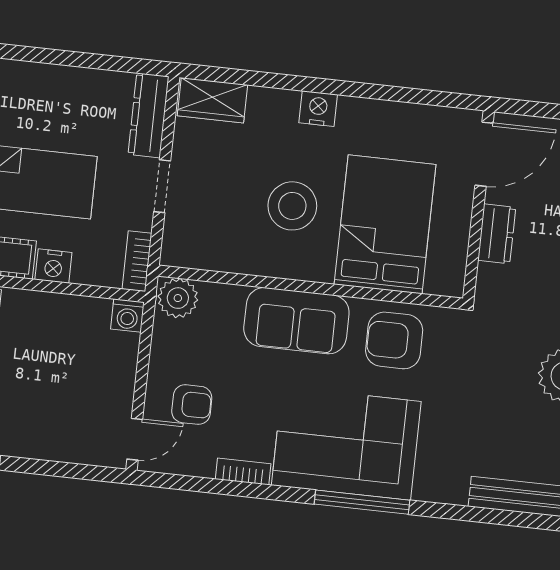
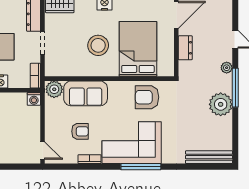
sofa: (296, 321) -> (86, 93), moved
armchair: (192, 405) -> (80, 131), moved
door: (135, 439) -> (43, 151), hinge flipped

